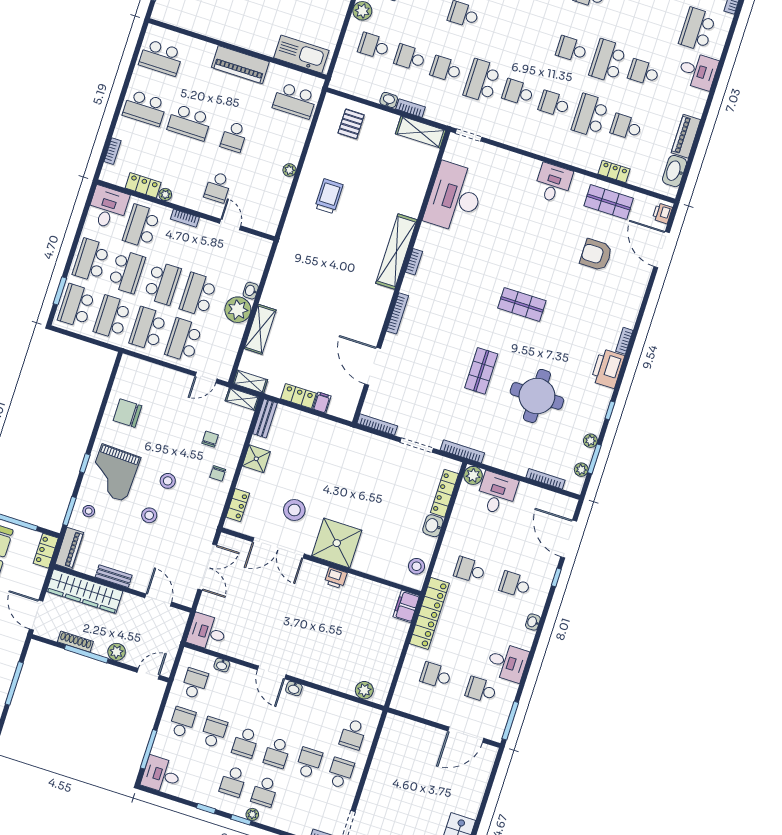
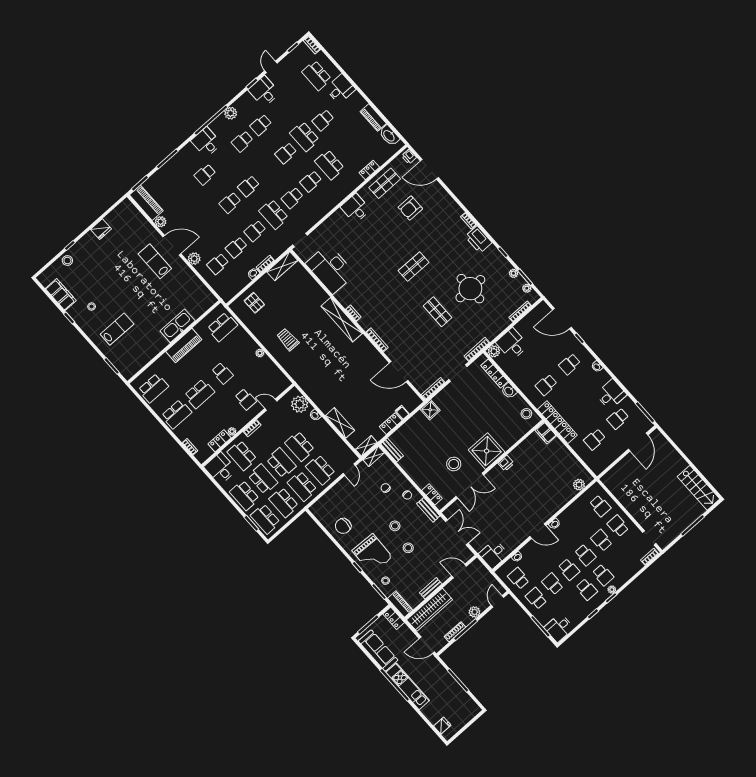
kitchen sink: (301, 54) -> (178, 326), moved
school desk: (626, 127) -> (249, 186), moved
plant: (238, 310) -> (300, 404), moved
shower: (256, 459) -> (430, 410), moved
bench: (215, 512) -> (428, 510), added

